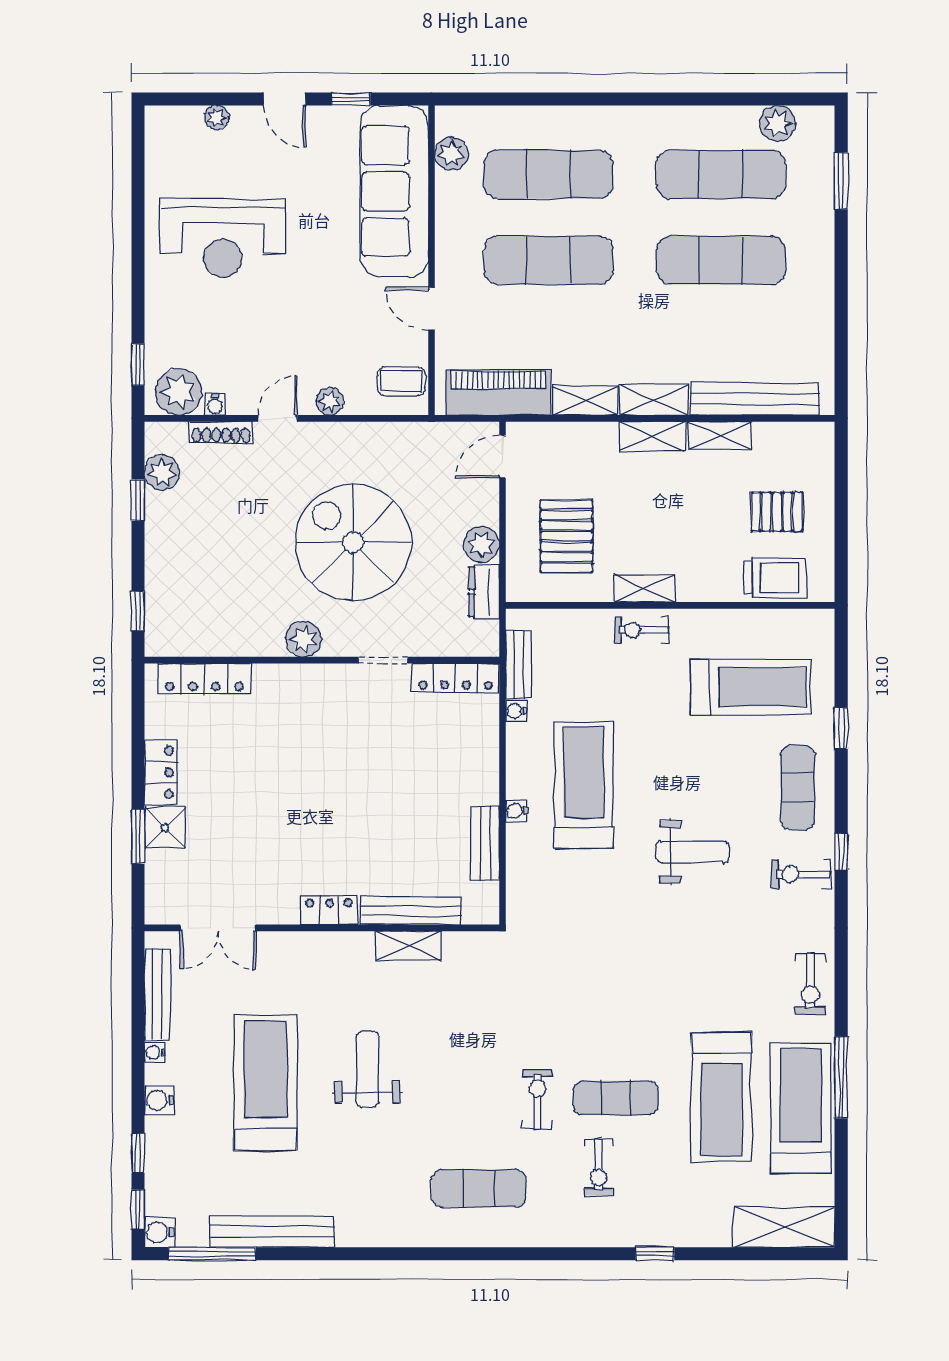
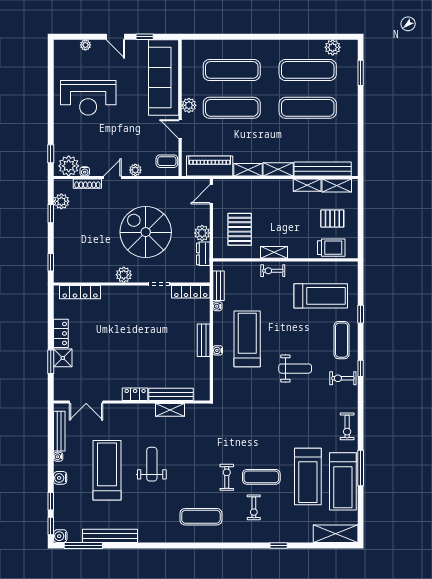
plant: (451, 154) -> (189, 105), moved
shelving: (652, 436) -> (337, 185), moved
bench: (485, 843) -> (204, 340), moved
treadmill: (801, 1108) -> (343, 481), turned 180

